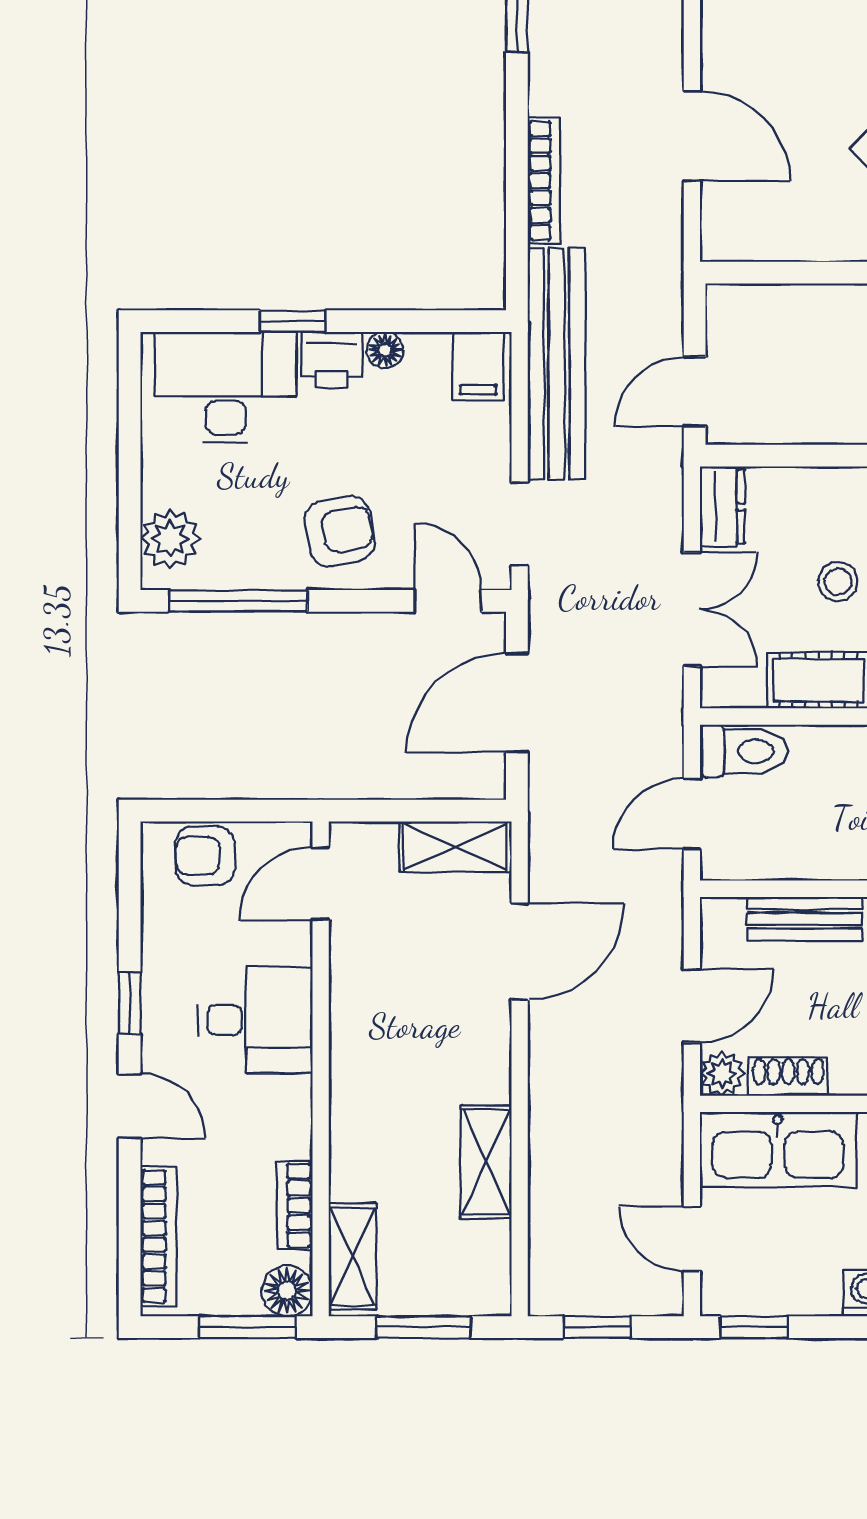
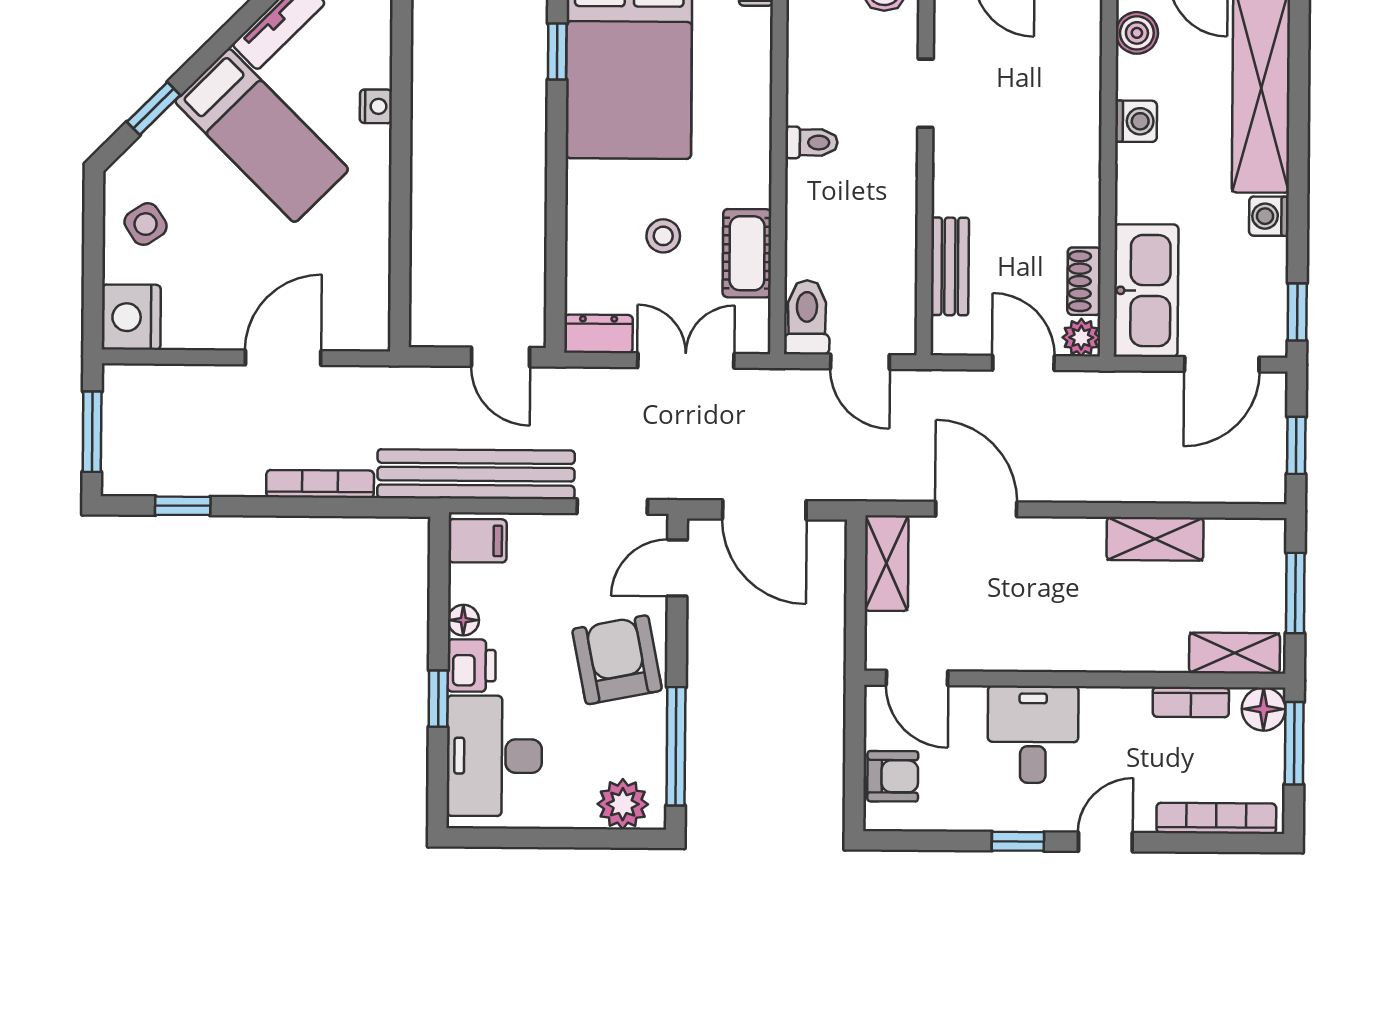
armchair: (340, 531) -> (617, 660), width x1.38, depth x1.38
armchair: (205, 856) -> (893, 776), turned -90
door: (692, 1239) -> (1222, 364), width x1.38

